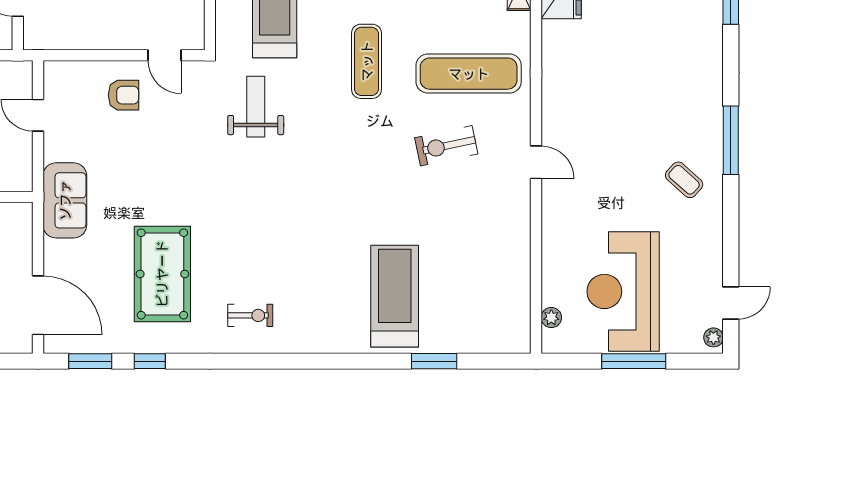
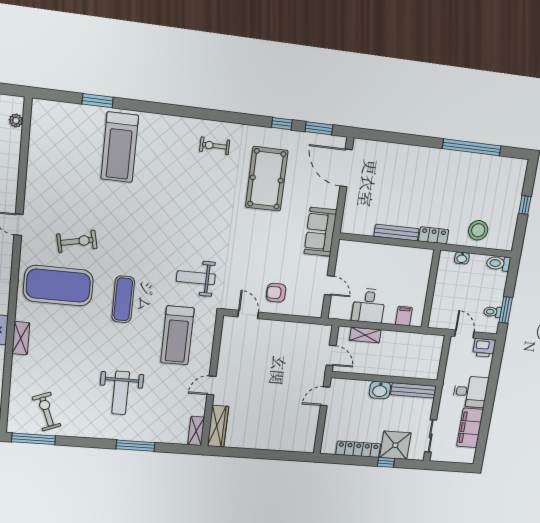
exercise mat: (469, 74) -> (58, 286), width x1.47
weight bench: (256, 107) -> (196, 278), turned 90

